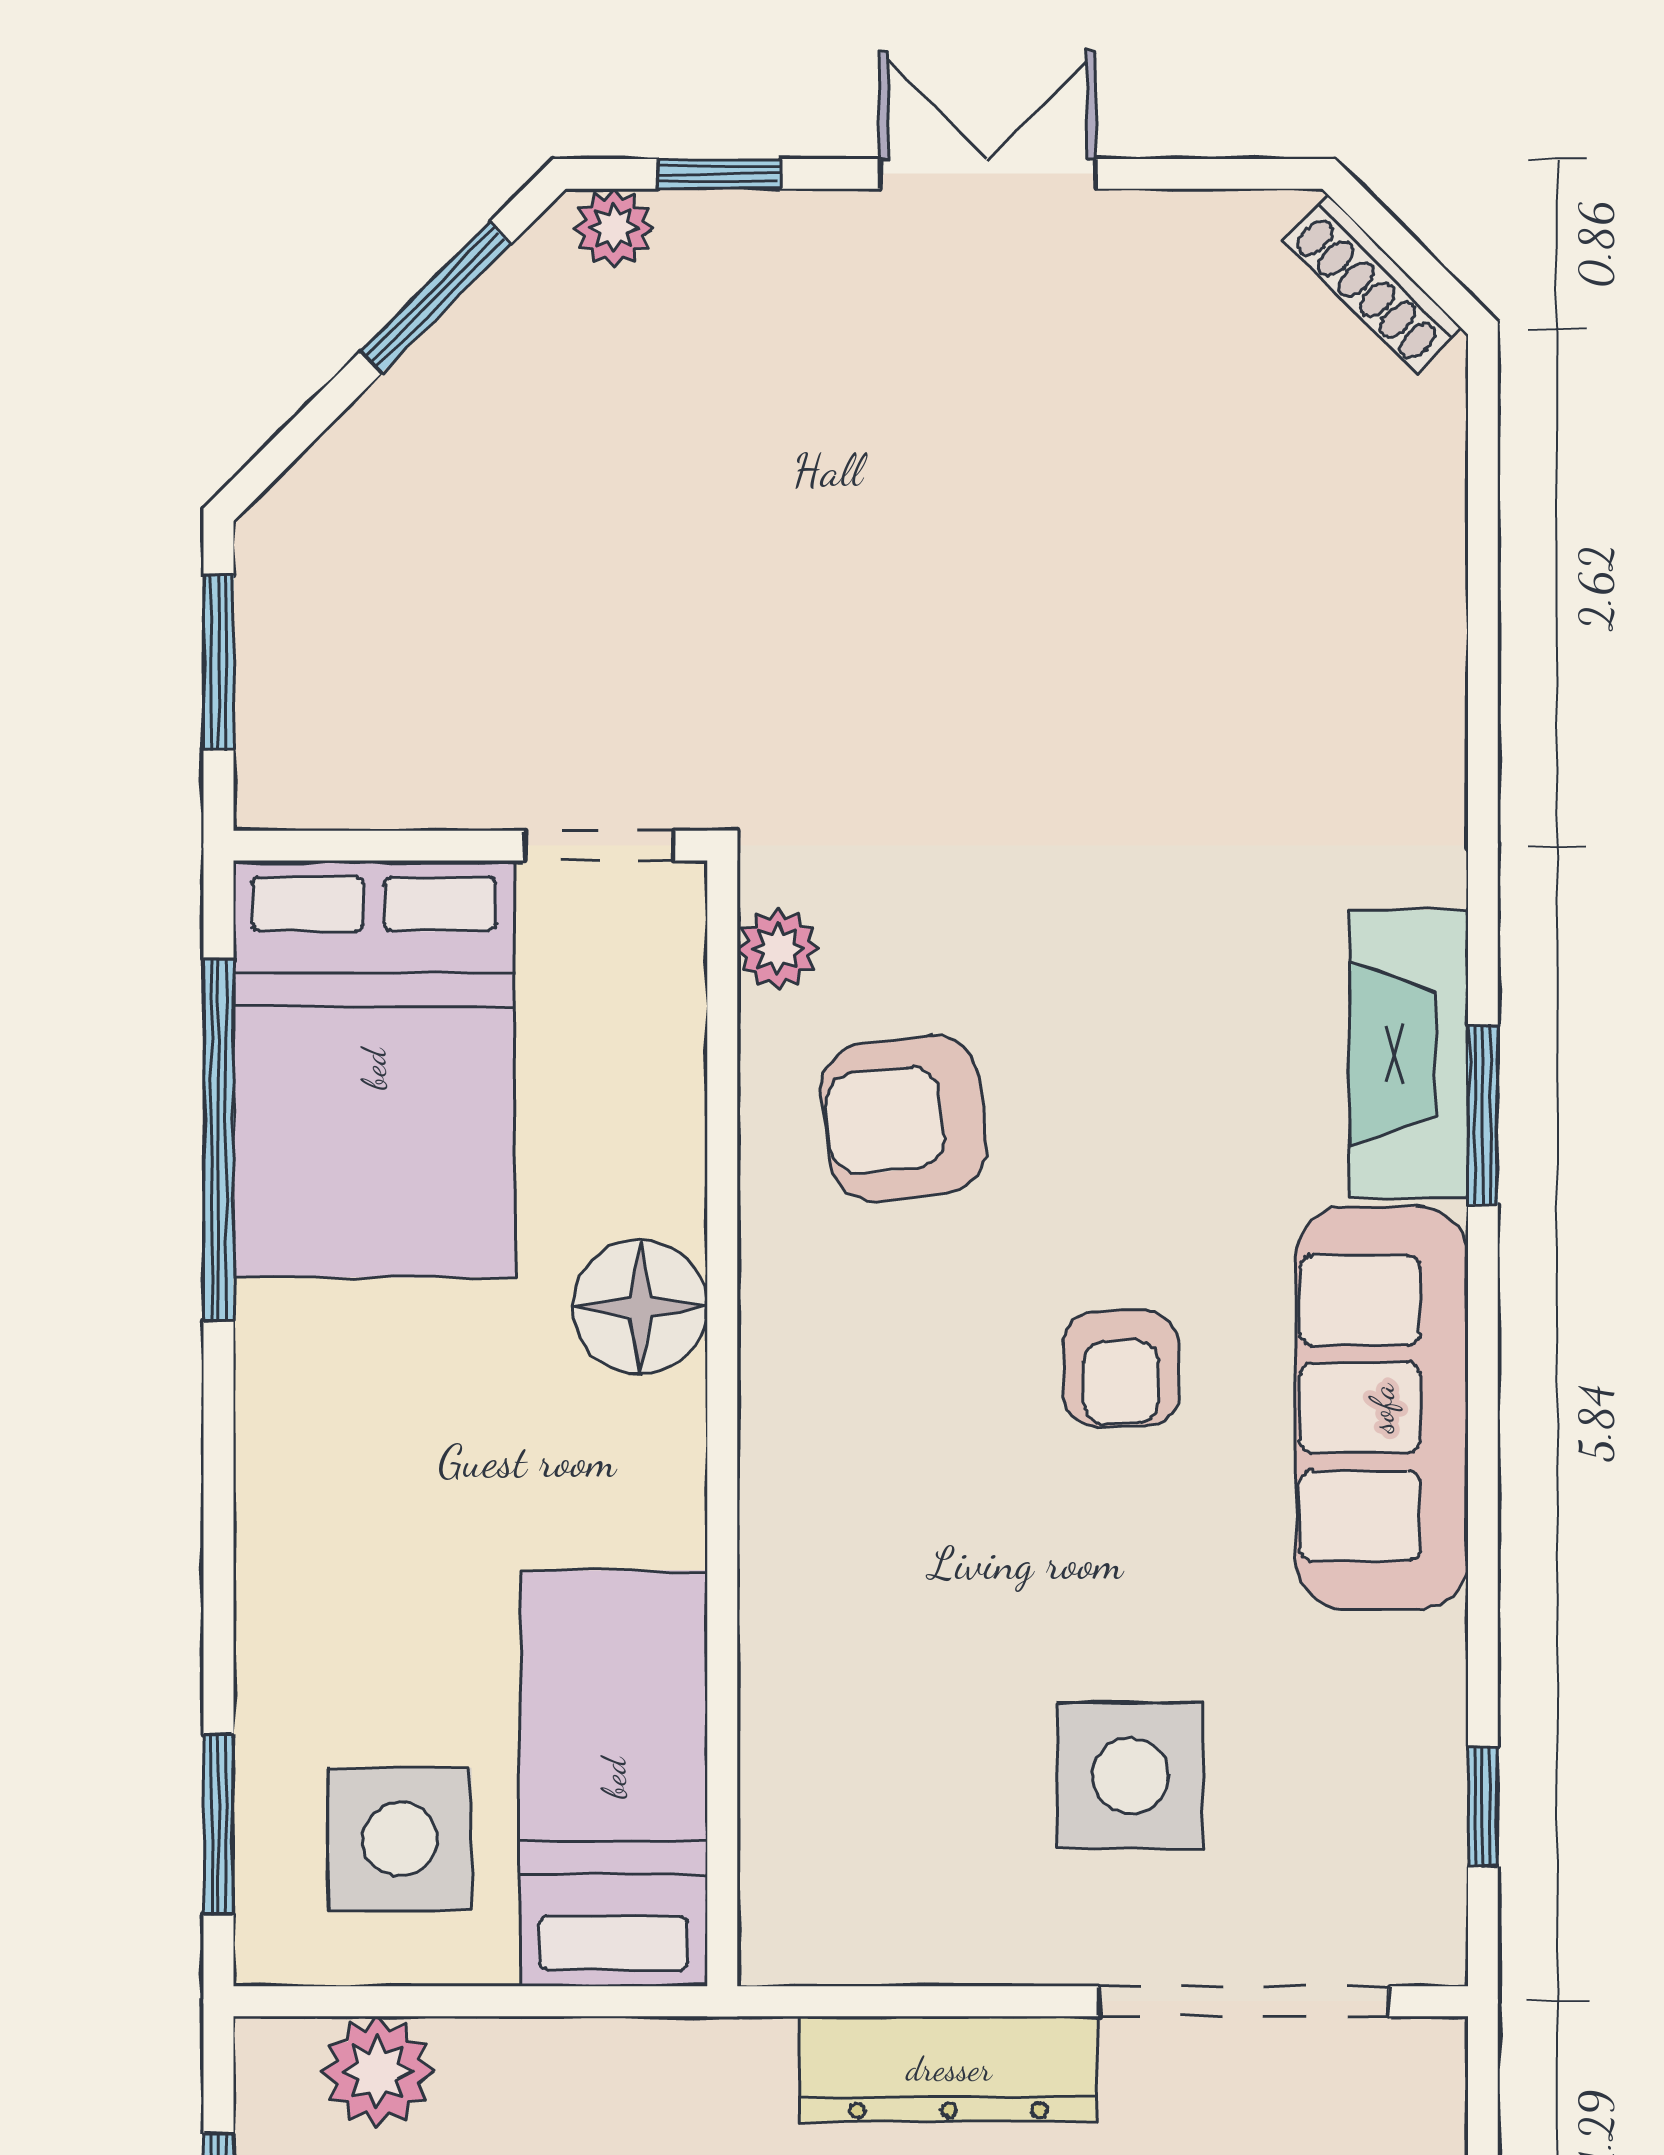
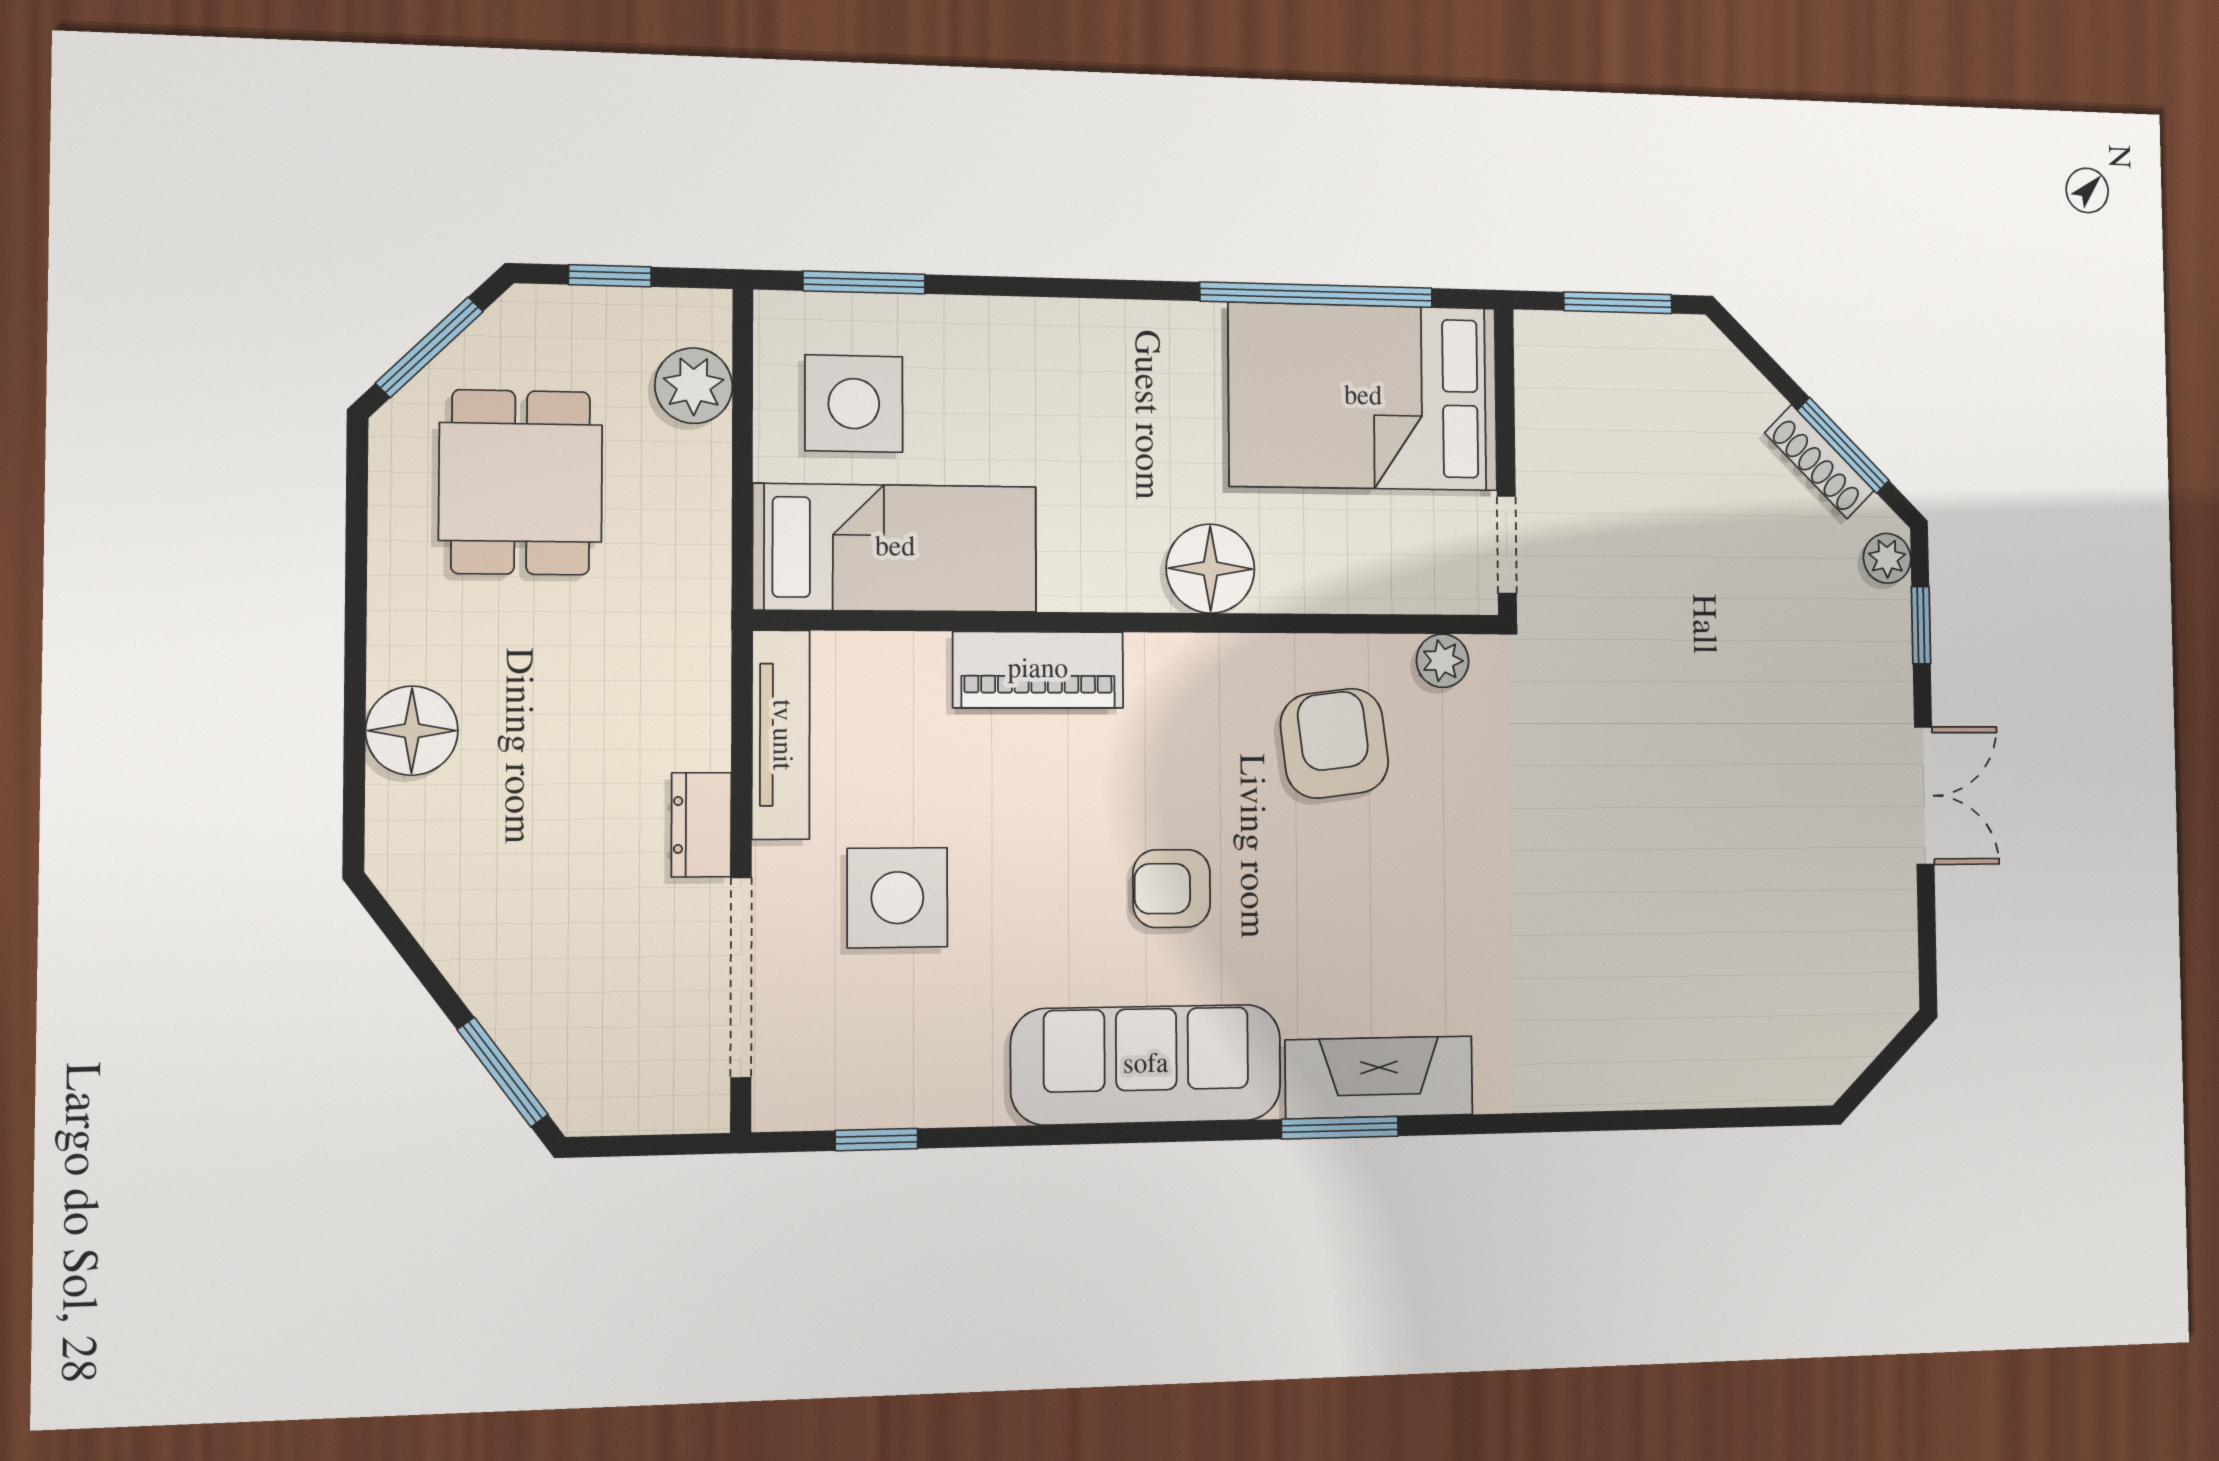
shoe rack: (1372, 284) -> (1819, 462), moved, turned -90
piano: (794, 1567) -> (1038, 670), added
tv unit: (890, 1945) -> (781, 735), added
dresser: (949, 2069) -> (701, 825), width x0.51, depth x0.80

